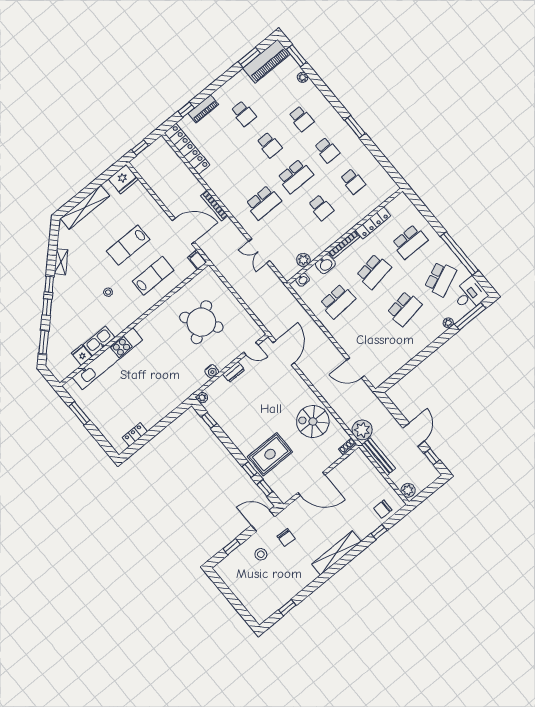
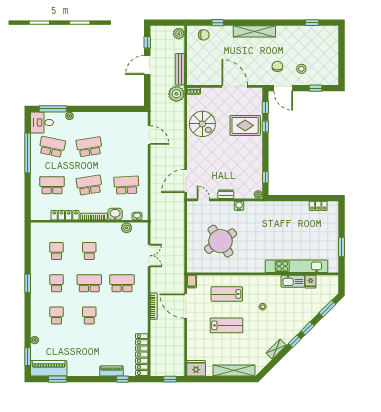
school desk: (244, 114) -> (89, 348), removed
school desk: (440, 279) -> (52, 147), turned 36

